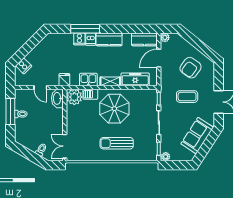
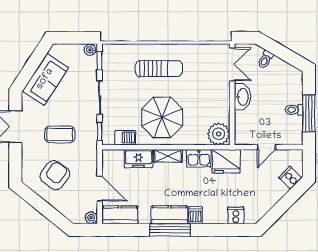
window: (85, 29) -> (170, 230), moved
cooker: (79, 39) -> (236, 216), moved
door: (159, 58) -> (100, 189), hinge flipped
freezer: (135, 79) -> (138, 159), width x0.71
fridge: (64, 80) -> (226, 161), width x1.88, depth x1.34
door: (40, 87) -> (266, 147), swing flipped
barbecue: (90, 94) -> (125, 138), moved
washbasin: (57, 98) -> (242, 97), moved

